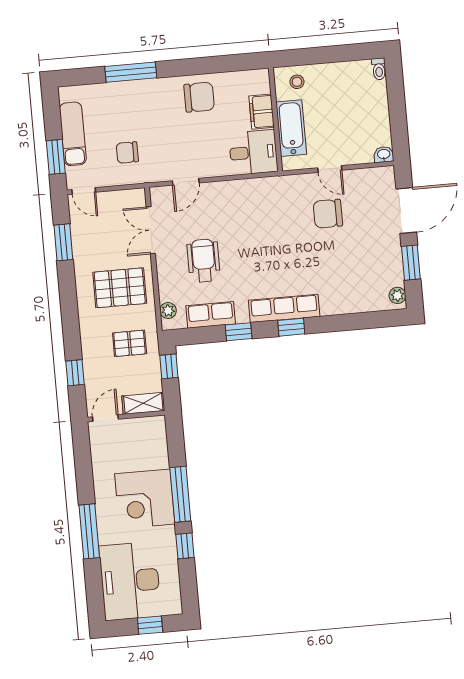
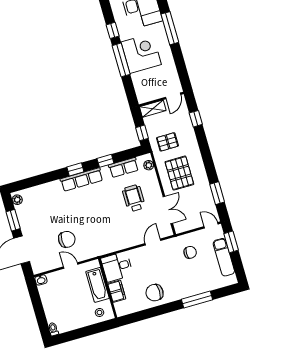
wheelchair: (204, 261) -> (134, 198), turned 180
pallet: (120, 288) -> (179, 173), turned 90

